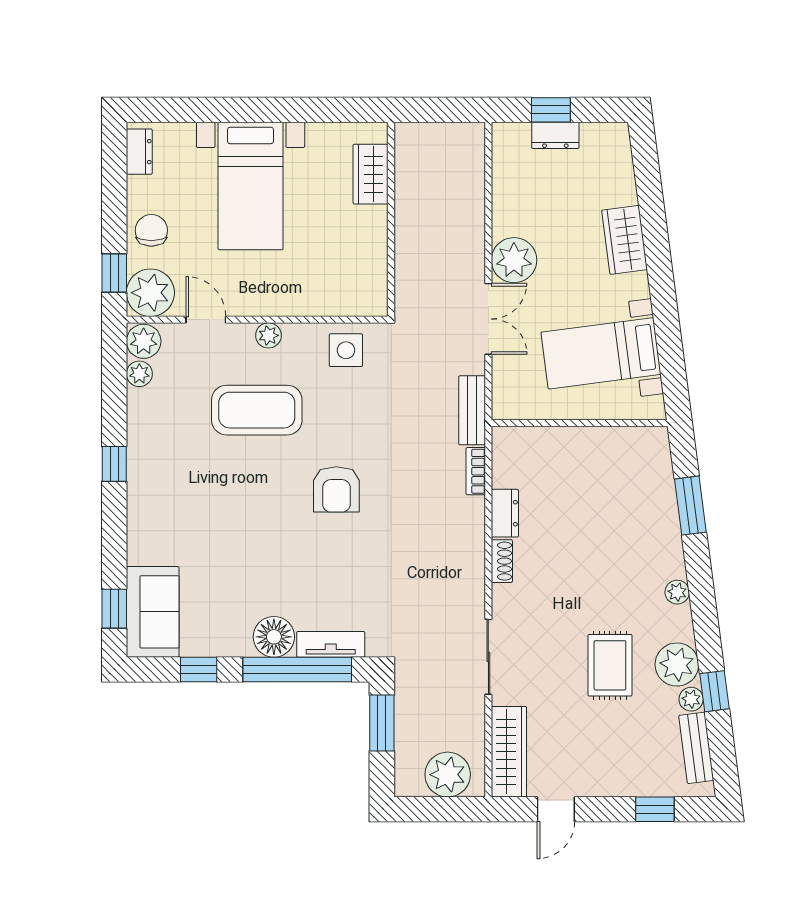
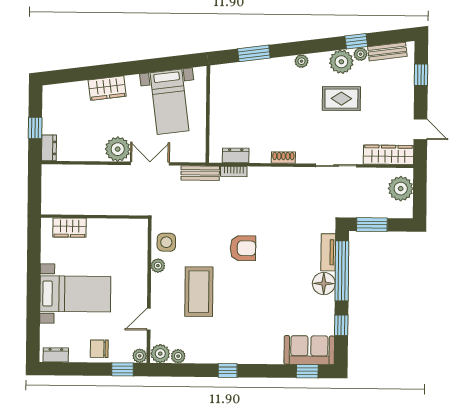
dresser: (555, 135) -> (49, 148), moved
plant: (150, 293) -> (140, 356), width x0.53, depth x0.53
plant: (268, 335) -> (158, 266), moved
dresser: (505, 513) -> (236, 155), moved

